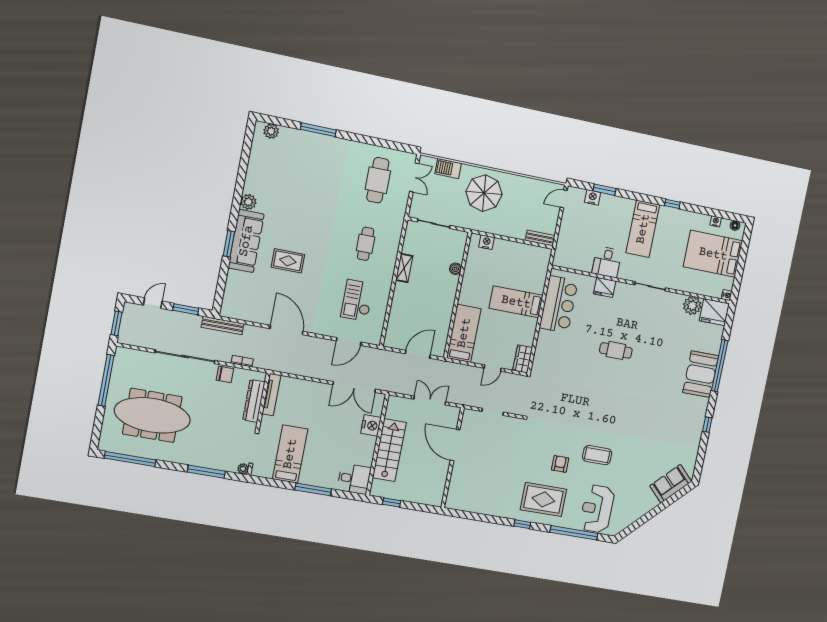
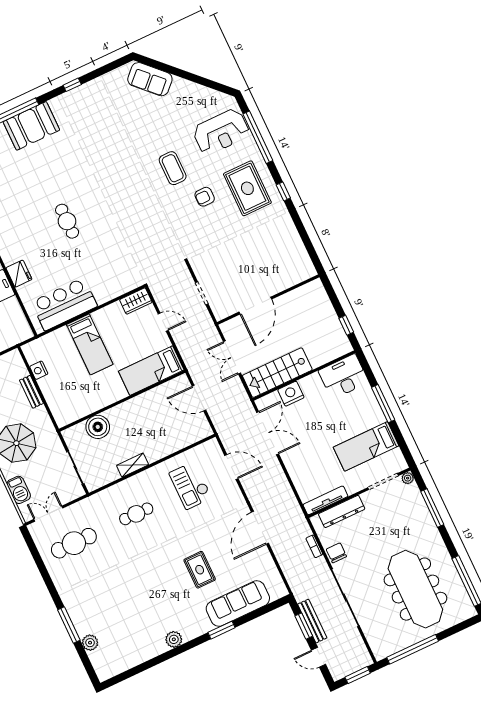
plant: (271, 131) -> (90, 643), moved
bench: (540, 238) -> (31, 392), moved
sofa: (246, 241) -> (238, 604), moved
nightstand: (487, 242) -> (39, 370), moved
boiler: (455, 269) -> (98, 427), width x1.86, depth x1.86
checkout: (357, 300) -> (190, 485), turned 90
bench: (223, 325) -> (312, 621), moved
stairs: (389, 450) -> (277, 373), moved
desk: (354, 479) -> (343, 377), width x1.37

